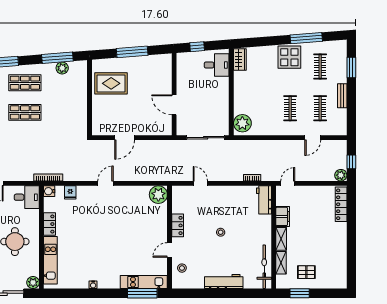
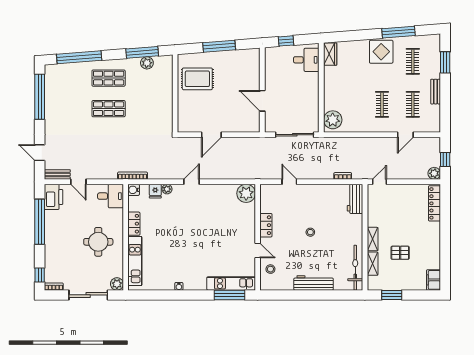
plant: (82, 190) -> (167, 189), added
filing cabinet: (283, 216) -> (433, 280), moved, turned 180
door: (170, 250) -> (258, 250), swing flipped
pallet: (306, 272) -> (400, 253), moved

